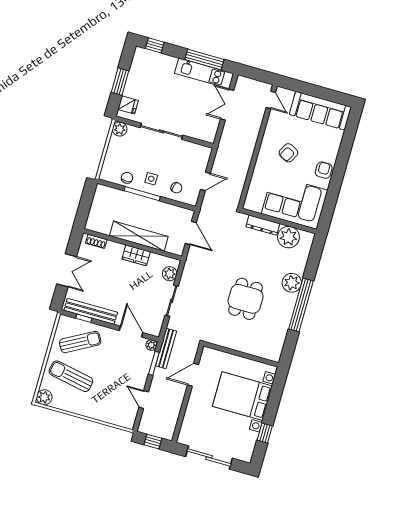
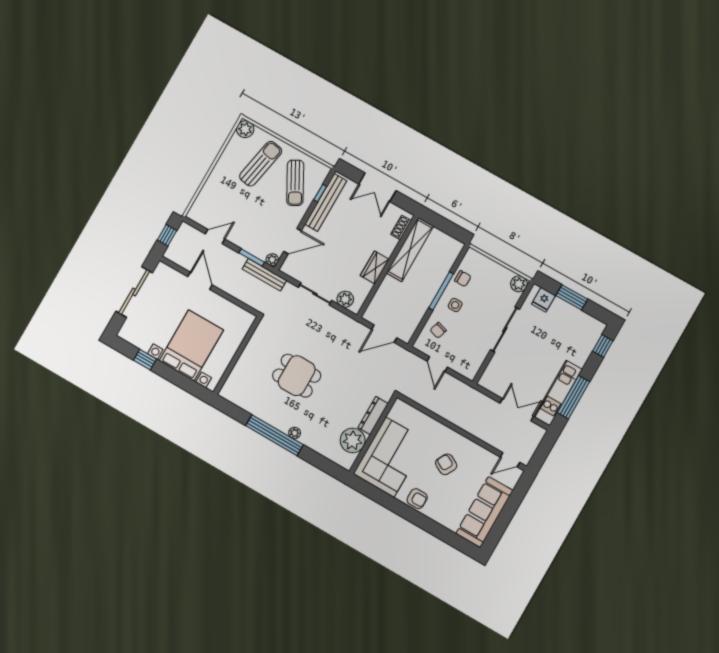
shelving: (139, 236) -> (410, 250), moved
plant: (292, 283) -> (295, 433), width x0.53, depth x0.53
door: (193, 375) -> (200, 281), moved

